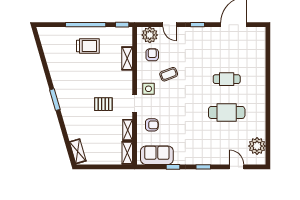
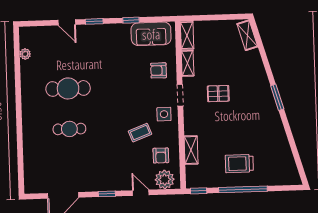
plant: (257, 146) -> (25, 54), width x0.53, depth x0.53
door: (237, 167) -> (67, 22), moved

